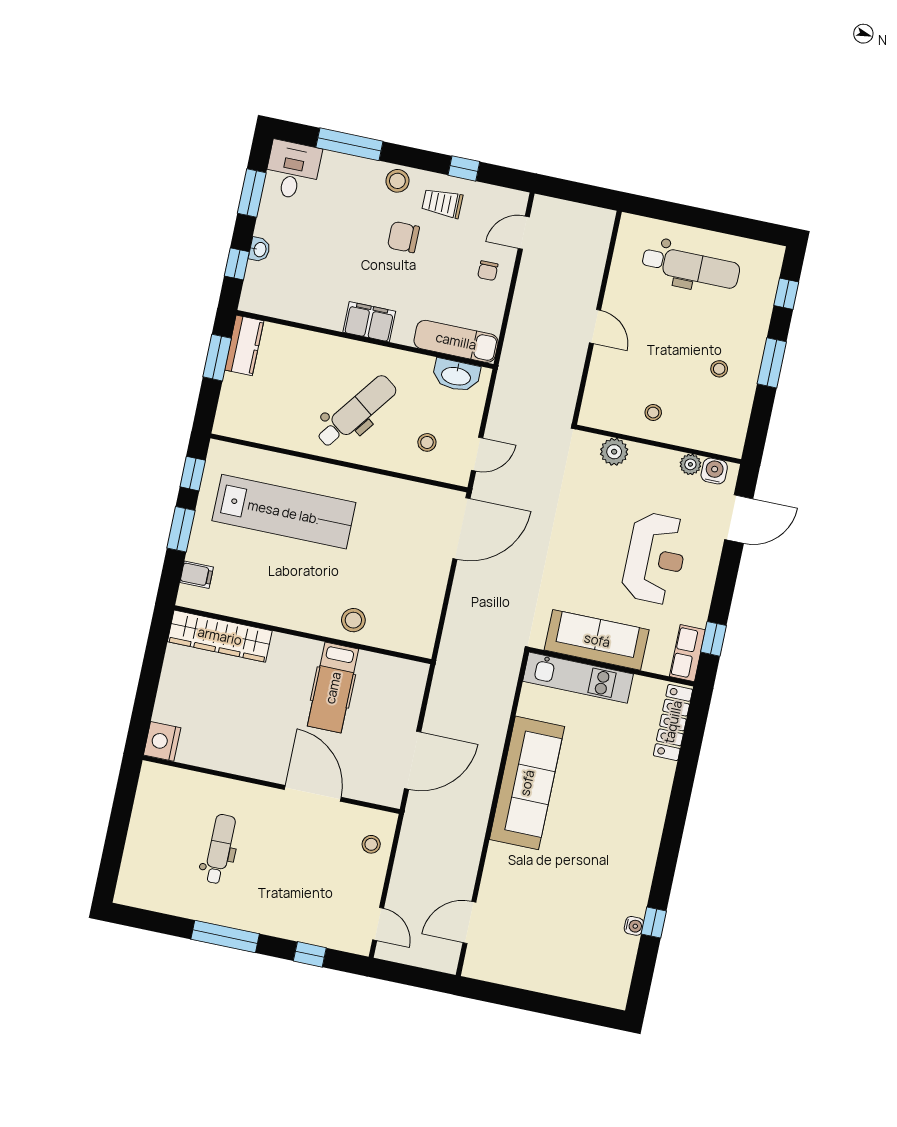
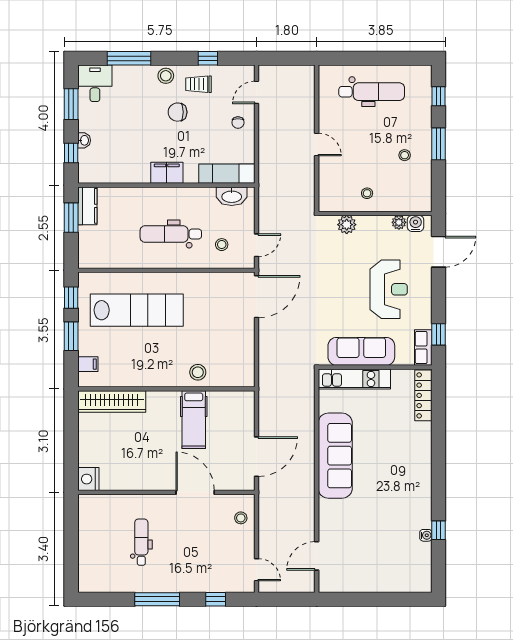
dental chair: (356, 412) -> (171, 234), turned -127

